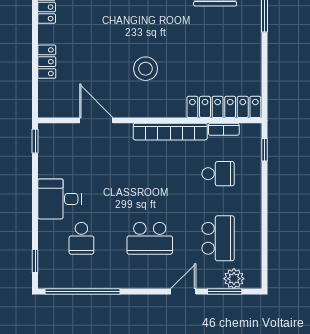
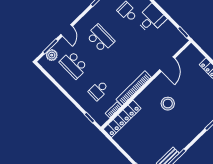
door: (96, 120) -> (167, 64), hinge flipped
school desk: (150, 238) -> (100, 38), turned 90

